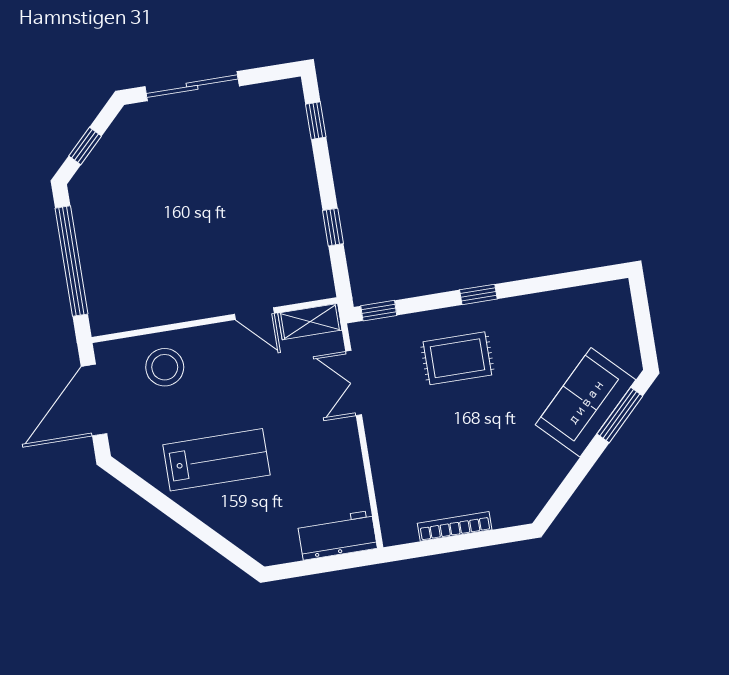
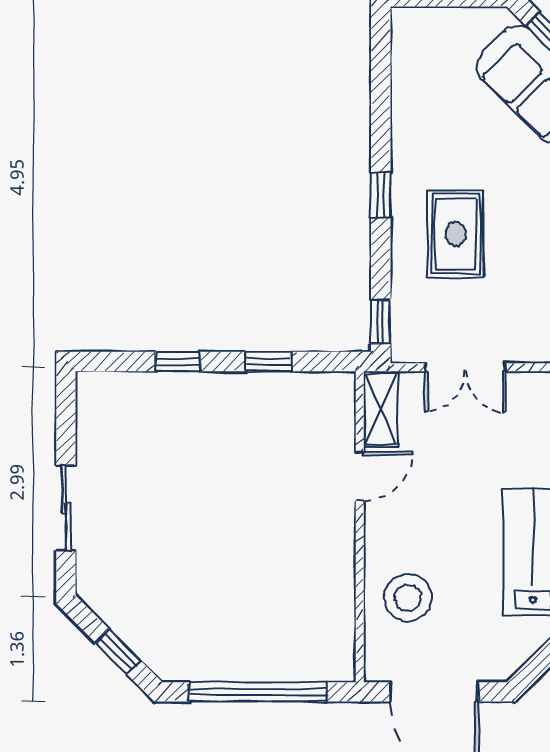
sliding door: (192, 86) -> (66, 508), width x0.73
window: (316, 121) -> (178, 362), moved

